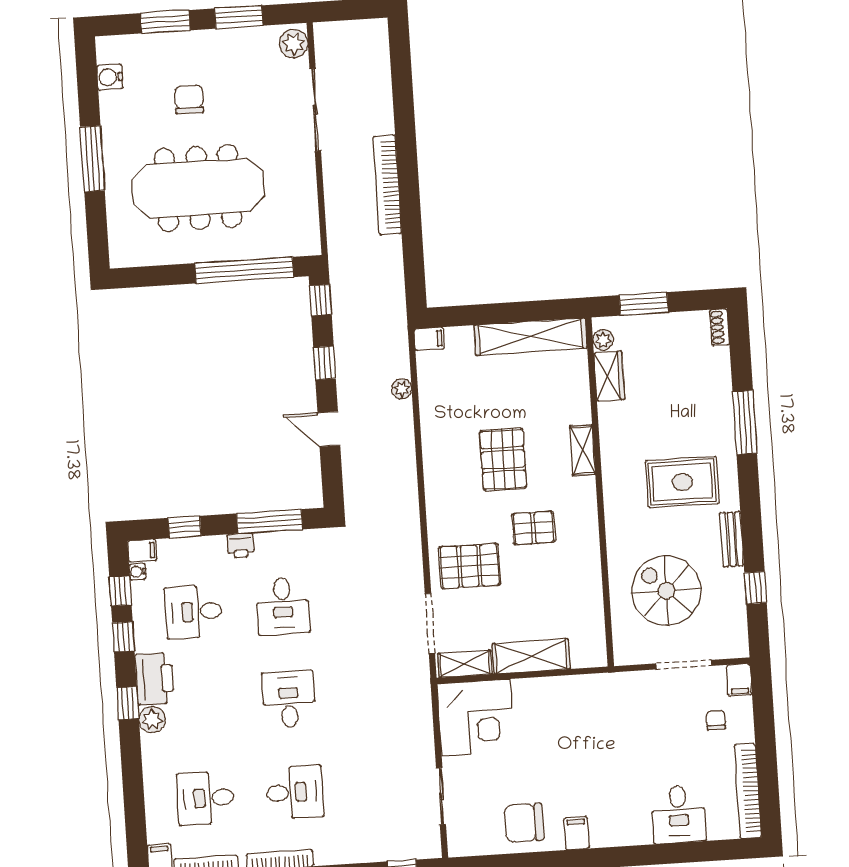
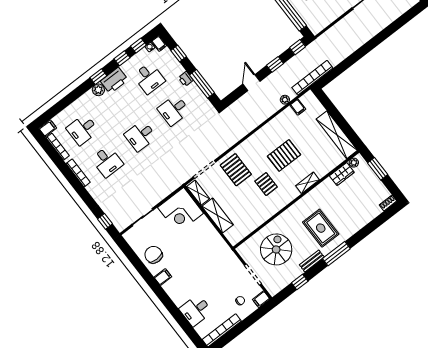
bookcase: (387, 185) -> (312, 78), moved
filing cabinet: (429, 339) -> (298, 107), moved
window: (745, 422) -> (336, 254), moved
desk: (193, 612) -> (149, 78), turned 180
desk: (289, 699) -> (140, 136), turned 180
desk: (206, 798) -> (83, 130), turned -90

